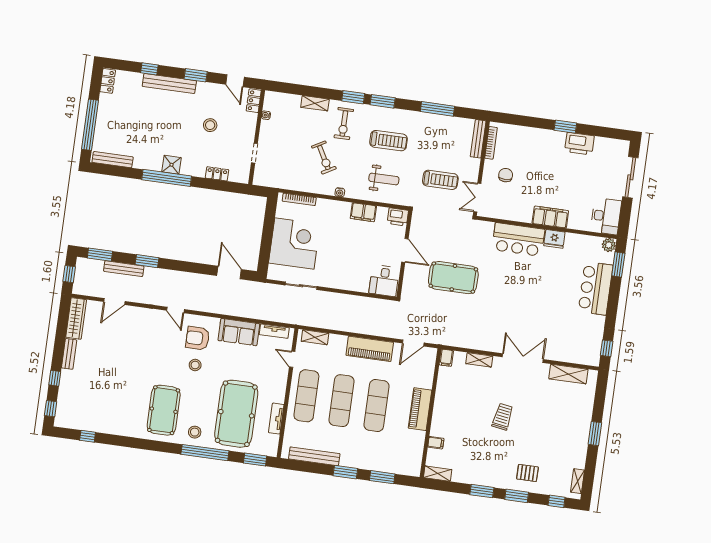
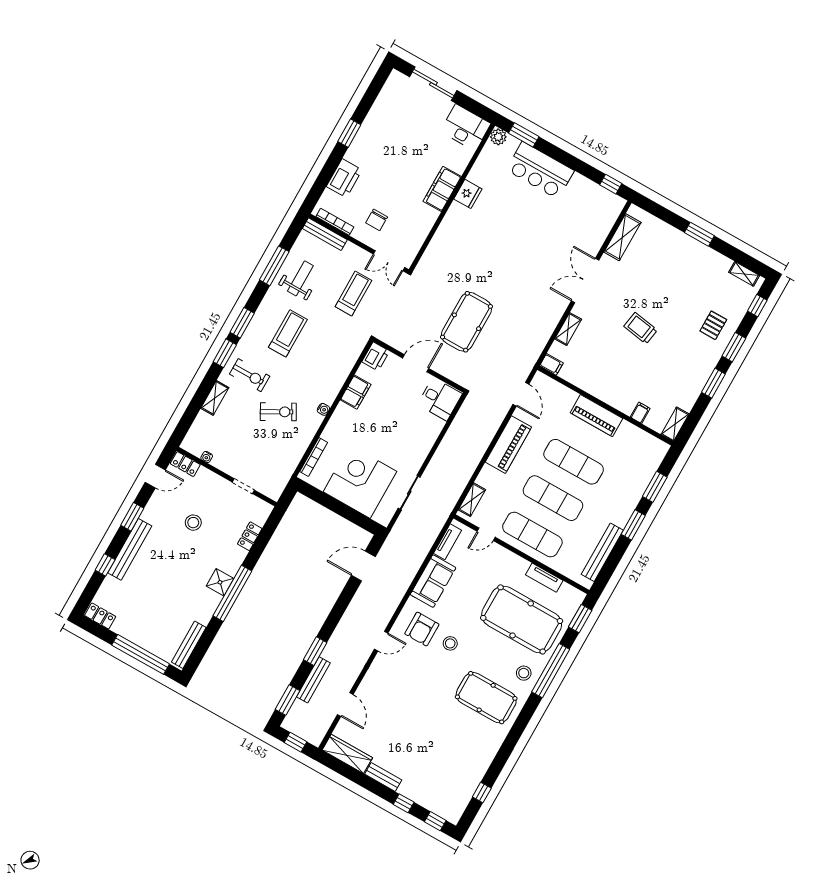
printer: (579, 144) -> (344, 178), moved
chair: (506, 175) -> (377, 220), turned -90
weight bench: (384, 179) -> (300, 278), moved
bar counter: (518, 239) -> (453, 234), removed

